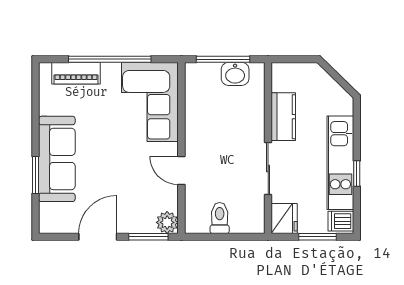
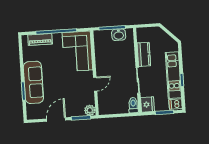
door: (181, 170) -> (95, 84), swing flipped
toilet: (220, 218) -> (133, 105), moved

